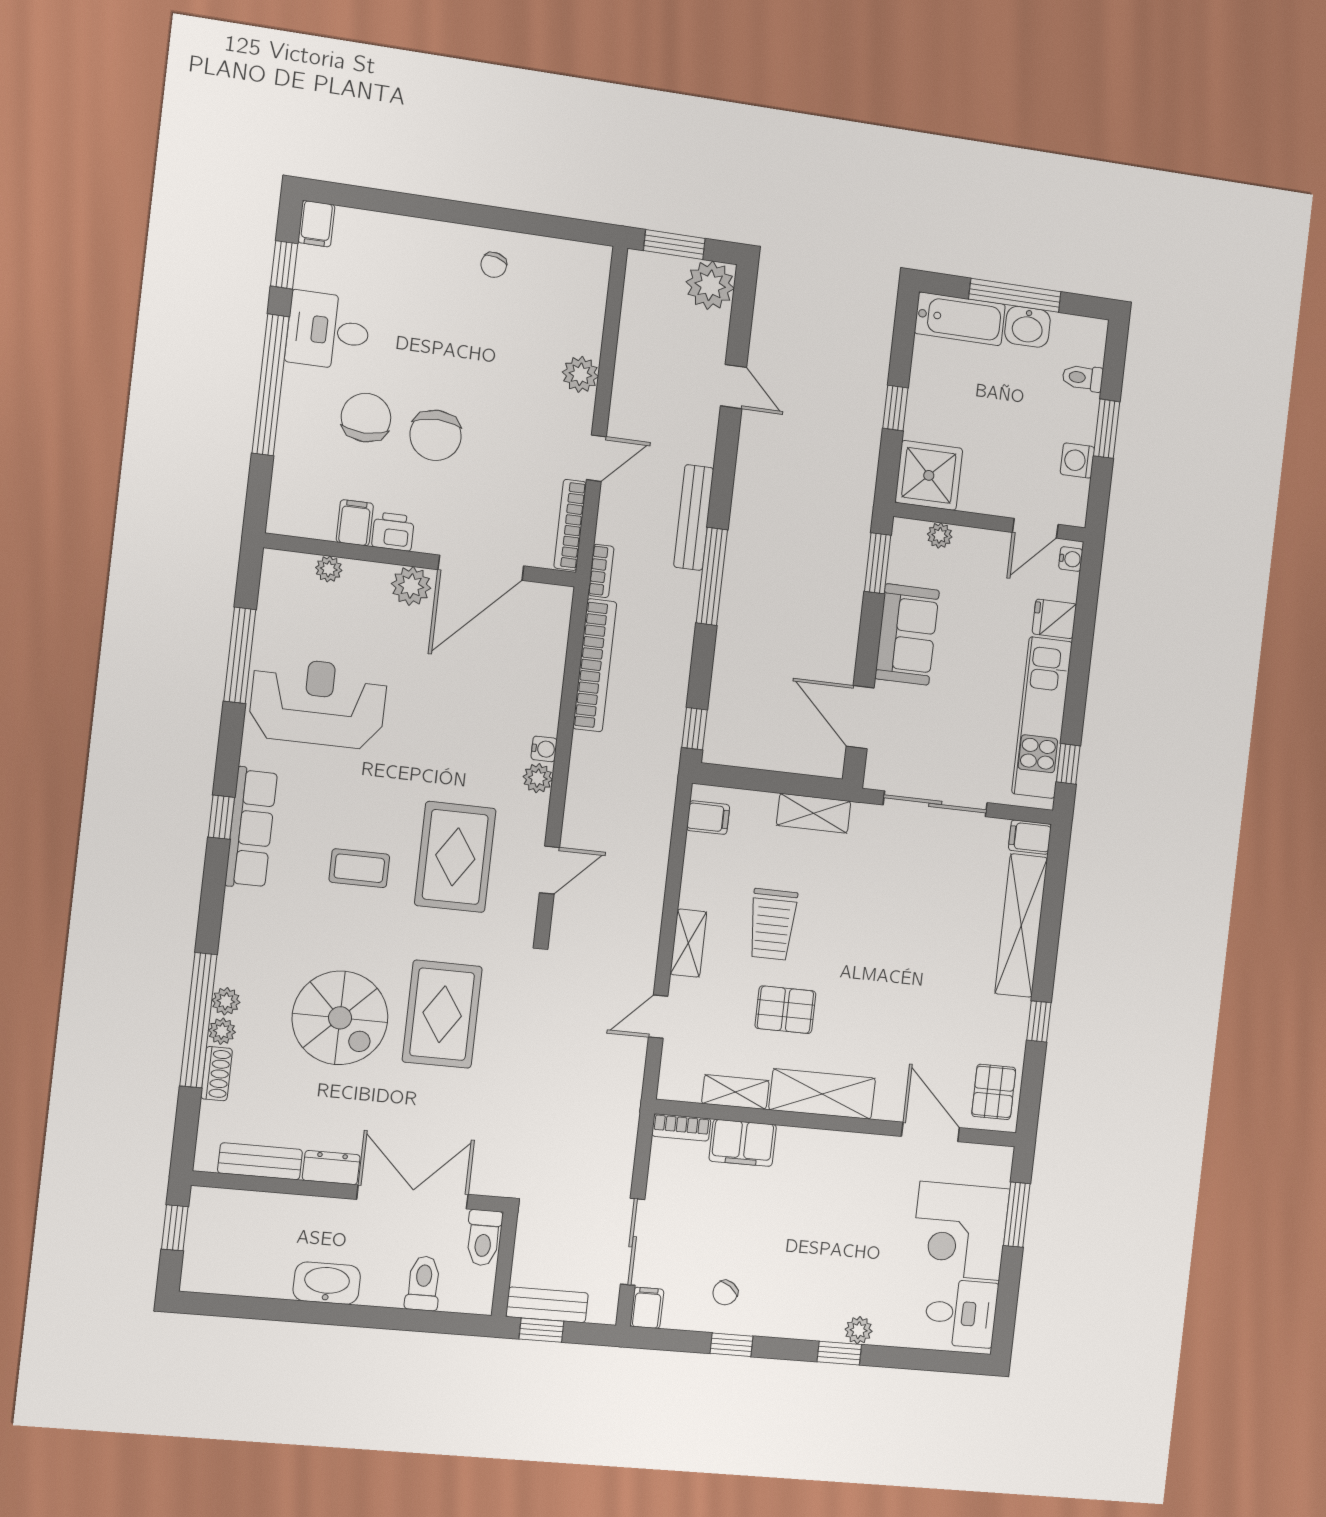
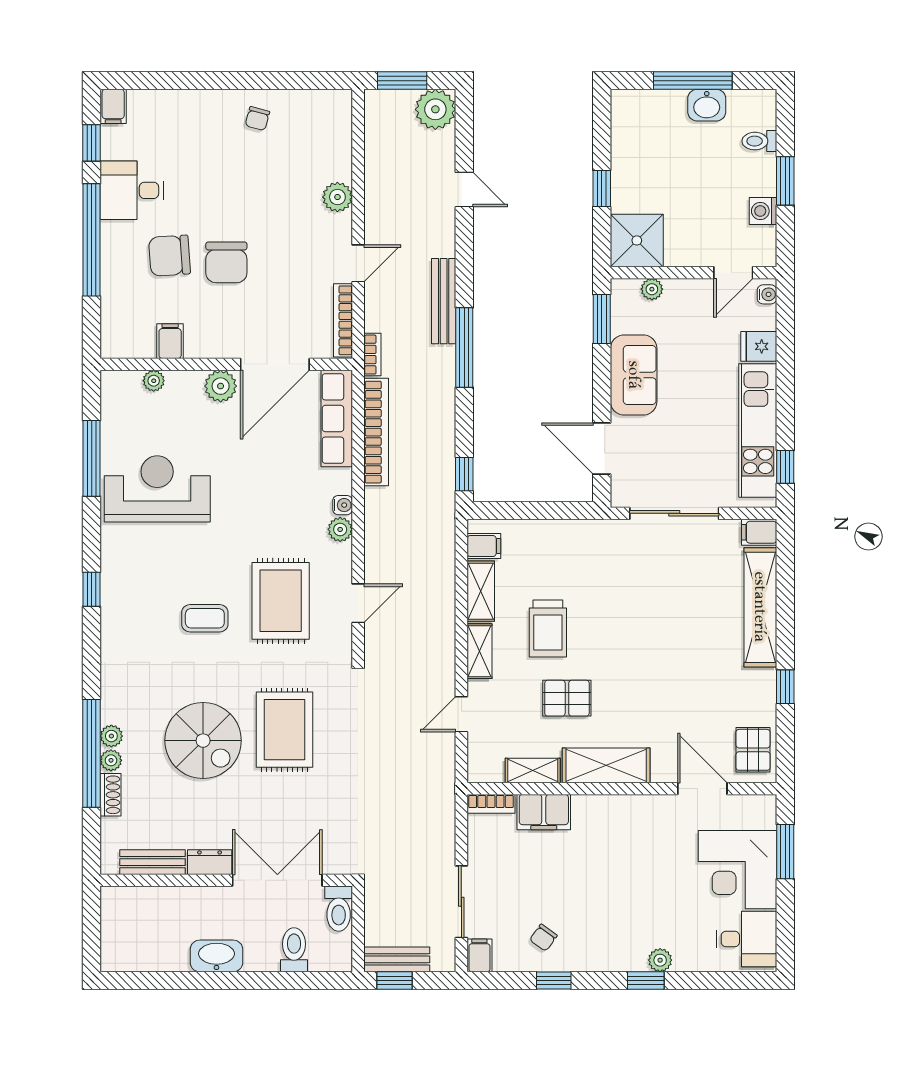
bathtub: (960, 319) -> (648, 107), removed
chair: (366, 418) -> (170, 256), turned -94
printer: (393, 532) -> (201, 344), removed
shelving: (814, 813) -> (481, 591), moved, turned 90
row of seats: (251, 828) -> (337, 418), moved, turned 180
window: (175, 1228) -> (92, 921), removed

